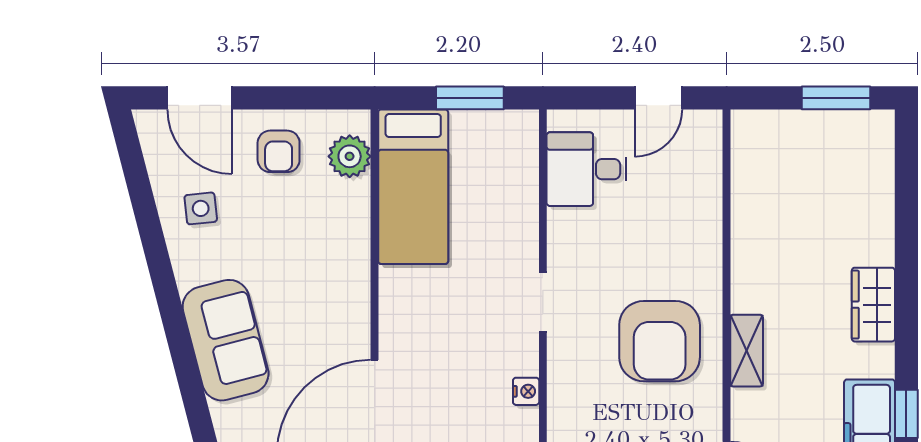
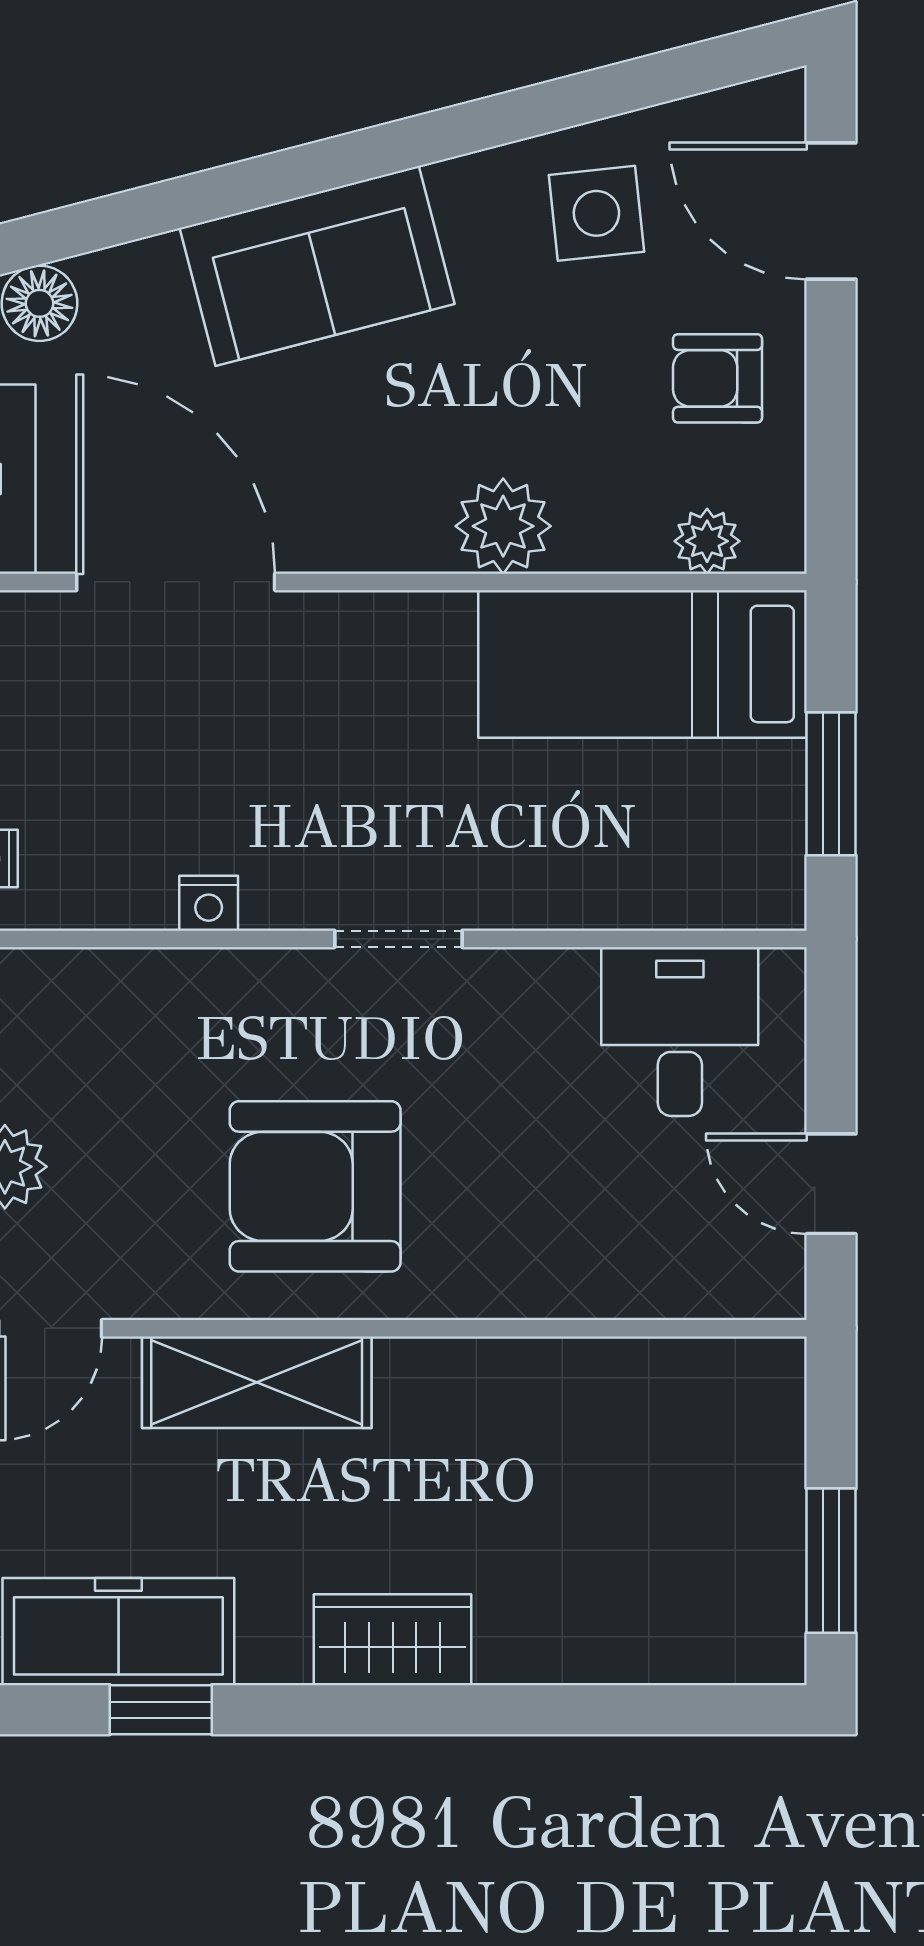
door: (200, 98) -> (831, 211), hinge flipped
plant: (350, 156) -> (707, 541), width x0.73, depth x0.73
side table: (201, 208) -> (596, 213), width x1.37, depth x1.37
plant: (348, 252) -> (503, 526), added
shelving: (747, 351) -> (257, 1382), width x1.50, depth x1.33

